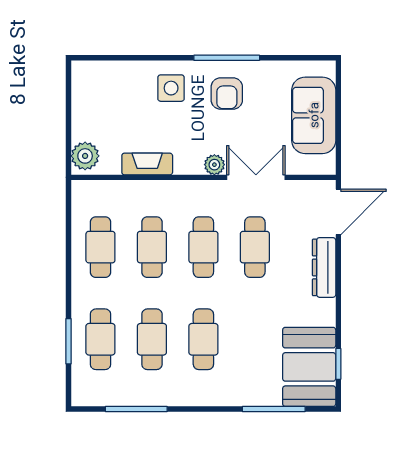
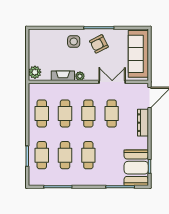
armchair: (227, 94) -> (99, 44), turned 63
sofa: (314, 115) -> (138, 54), width x1.36
plant: (214, 165) -> (80, 76), moved

